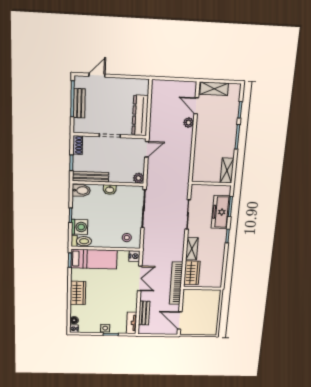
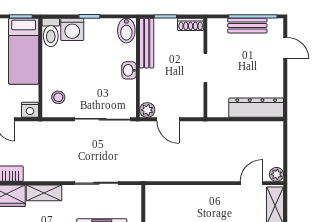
dresser: (140, 115) -> (256, 108), moved
plant: (189, 123) -> (276, 174), moved
door: (147, 149) -> (168, 119), moved

